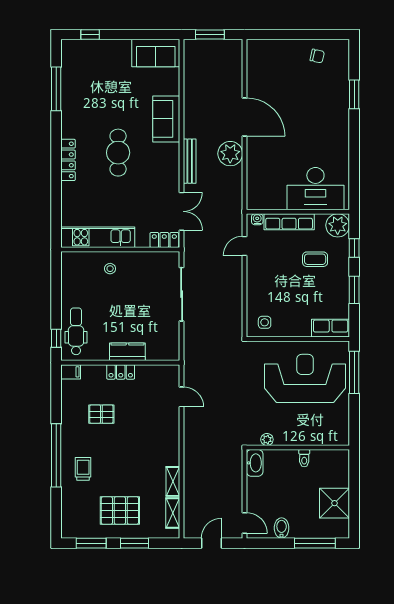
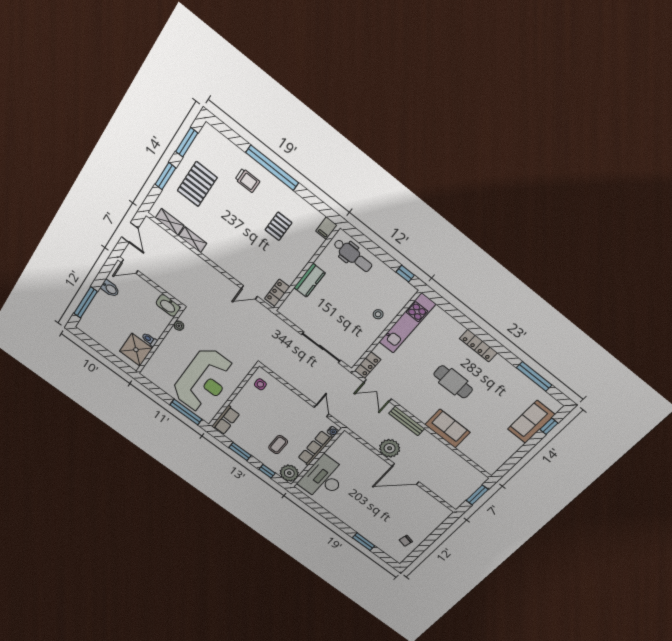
sofa: (156, 53) -> (531, 422), moved
window: (56, 338) -> (405, 274), moved
locker: (121, 372) -> (277, 293), moved
shower: (334, 503) -> (136, 350), moved

